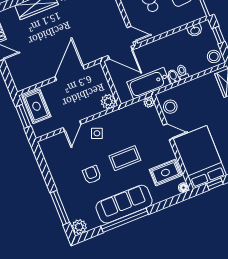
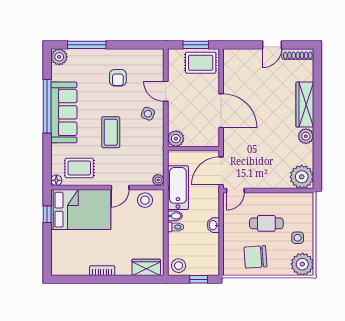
washbasin: (195, 30) -> (213, 225), moved
rug: (165, 173) -> (79, 168), turned 90
armchair: (92, 175) -> (118, 78), moved, turned 90

